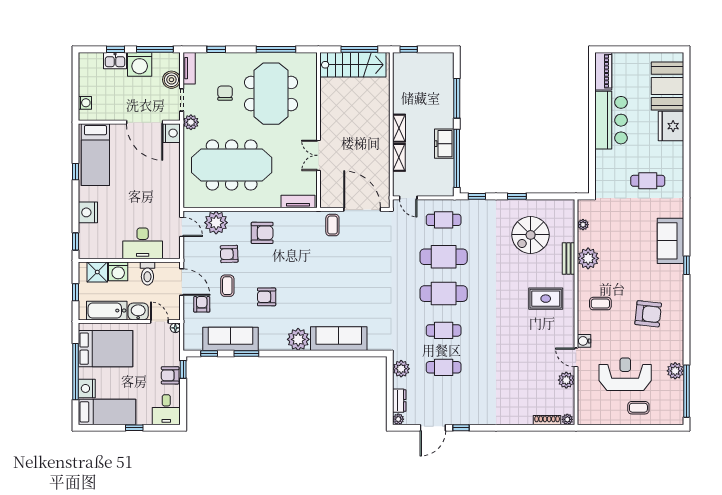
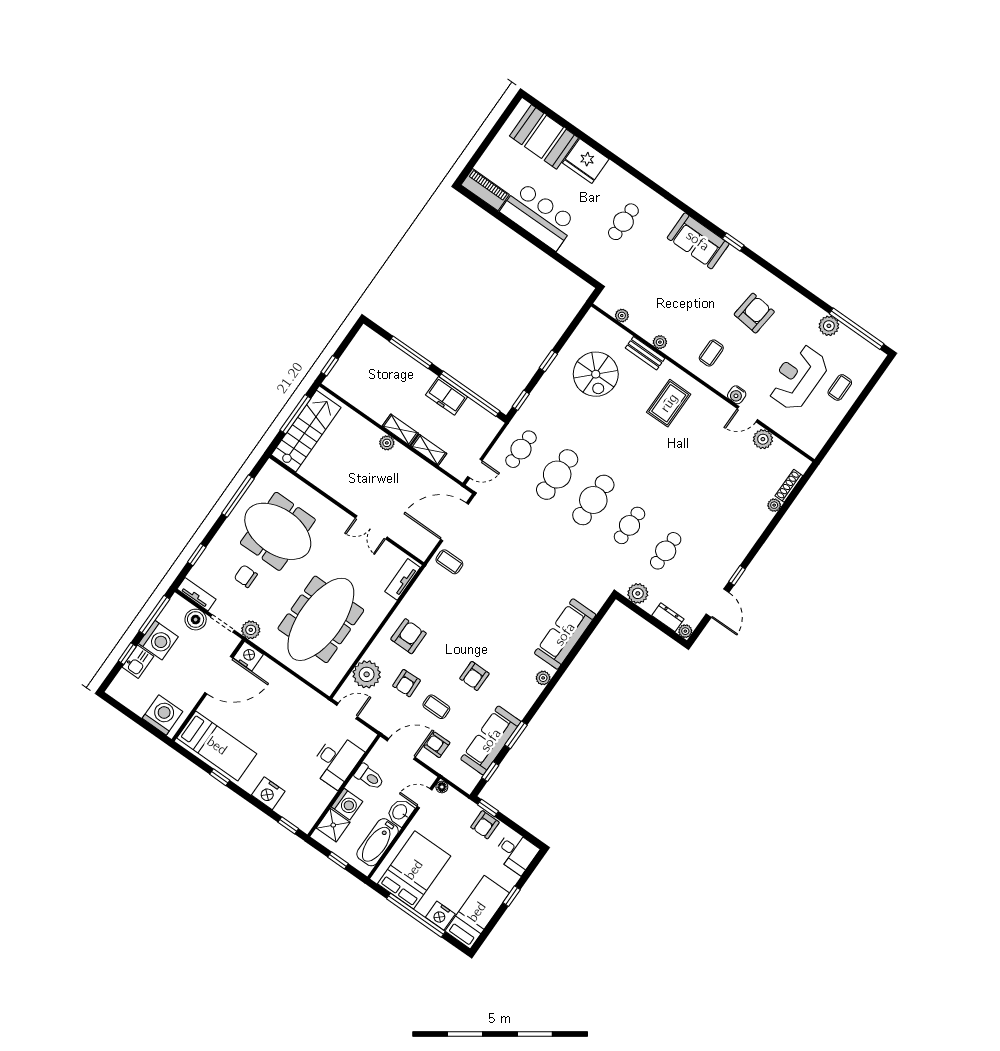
washing machine: (85, 103) -> (162, 715), width x1.89, depth x1.89
plant: (384, 125) -> (387, 443), added
plant: (588, 258) -> (660, 342), width x0.53, depth x0.53
plant: (298, 339) -> (543, 678), width x0.53, depth x0.53
plant: (567, 419) -> (774, 505), moved

